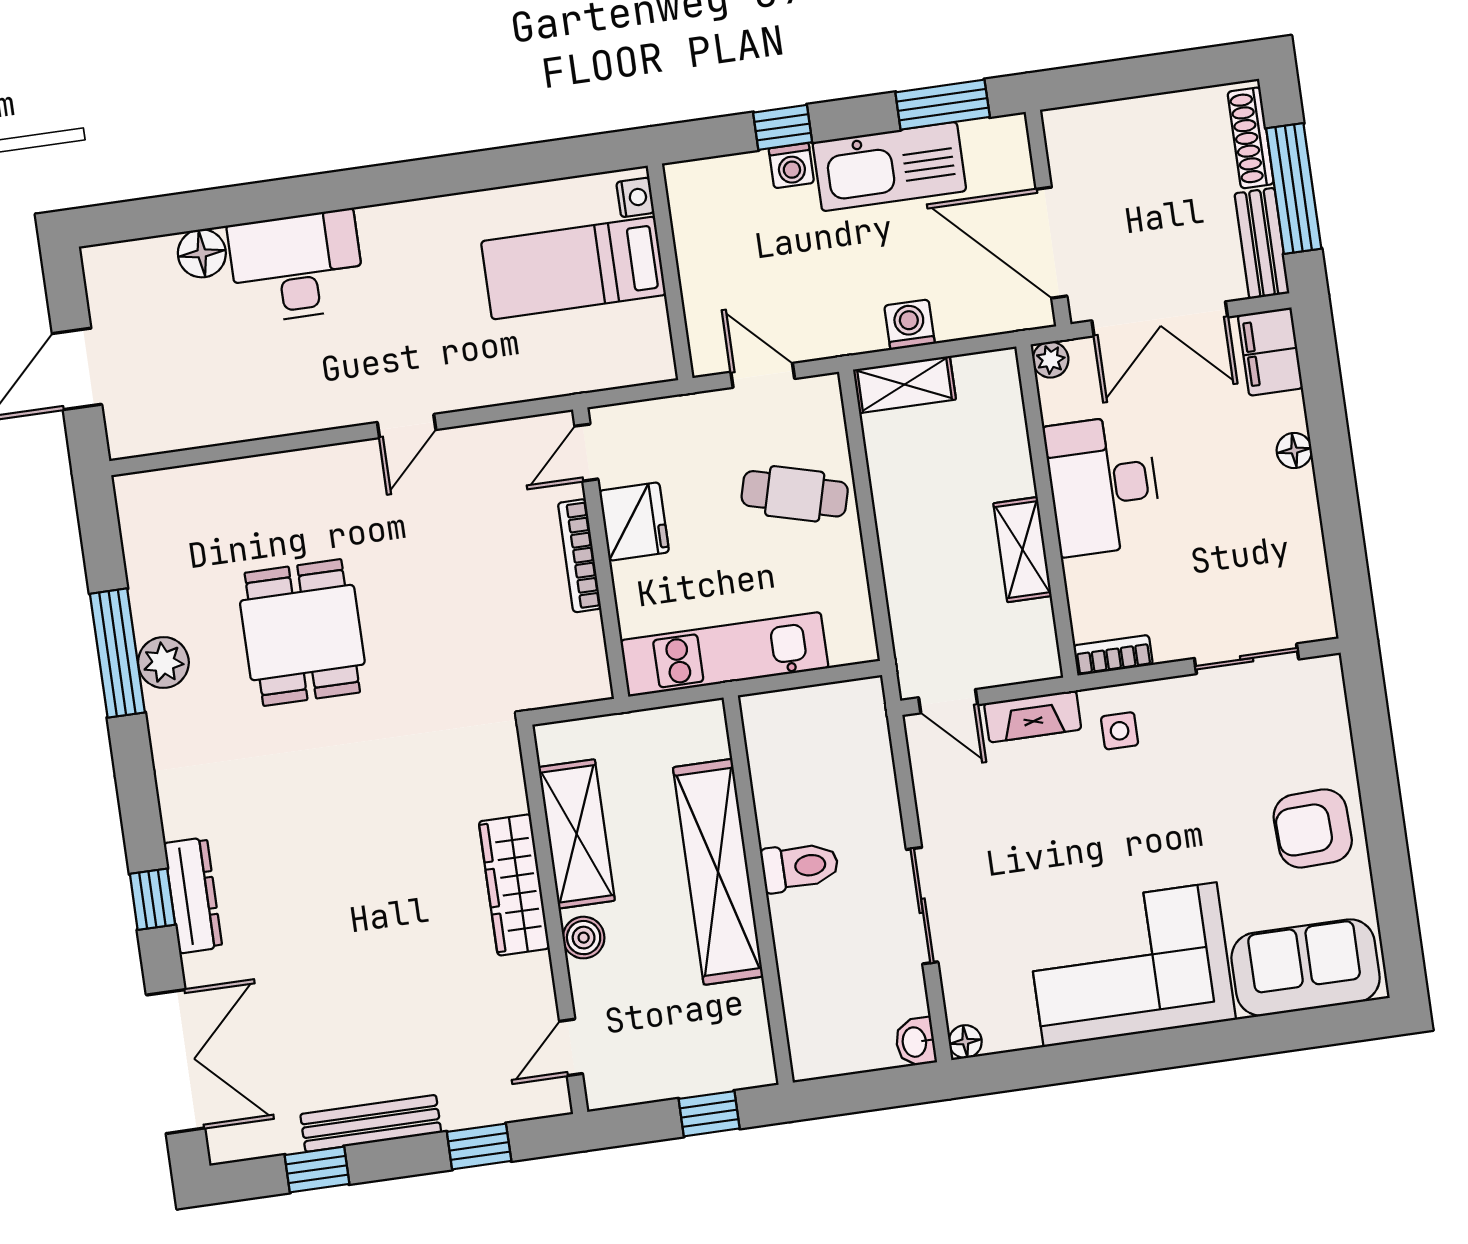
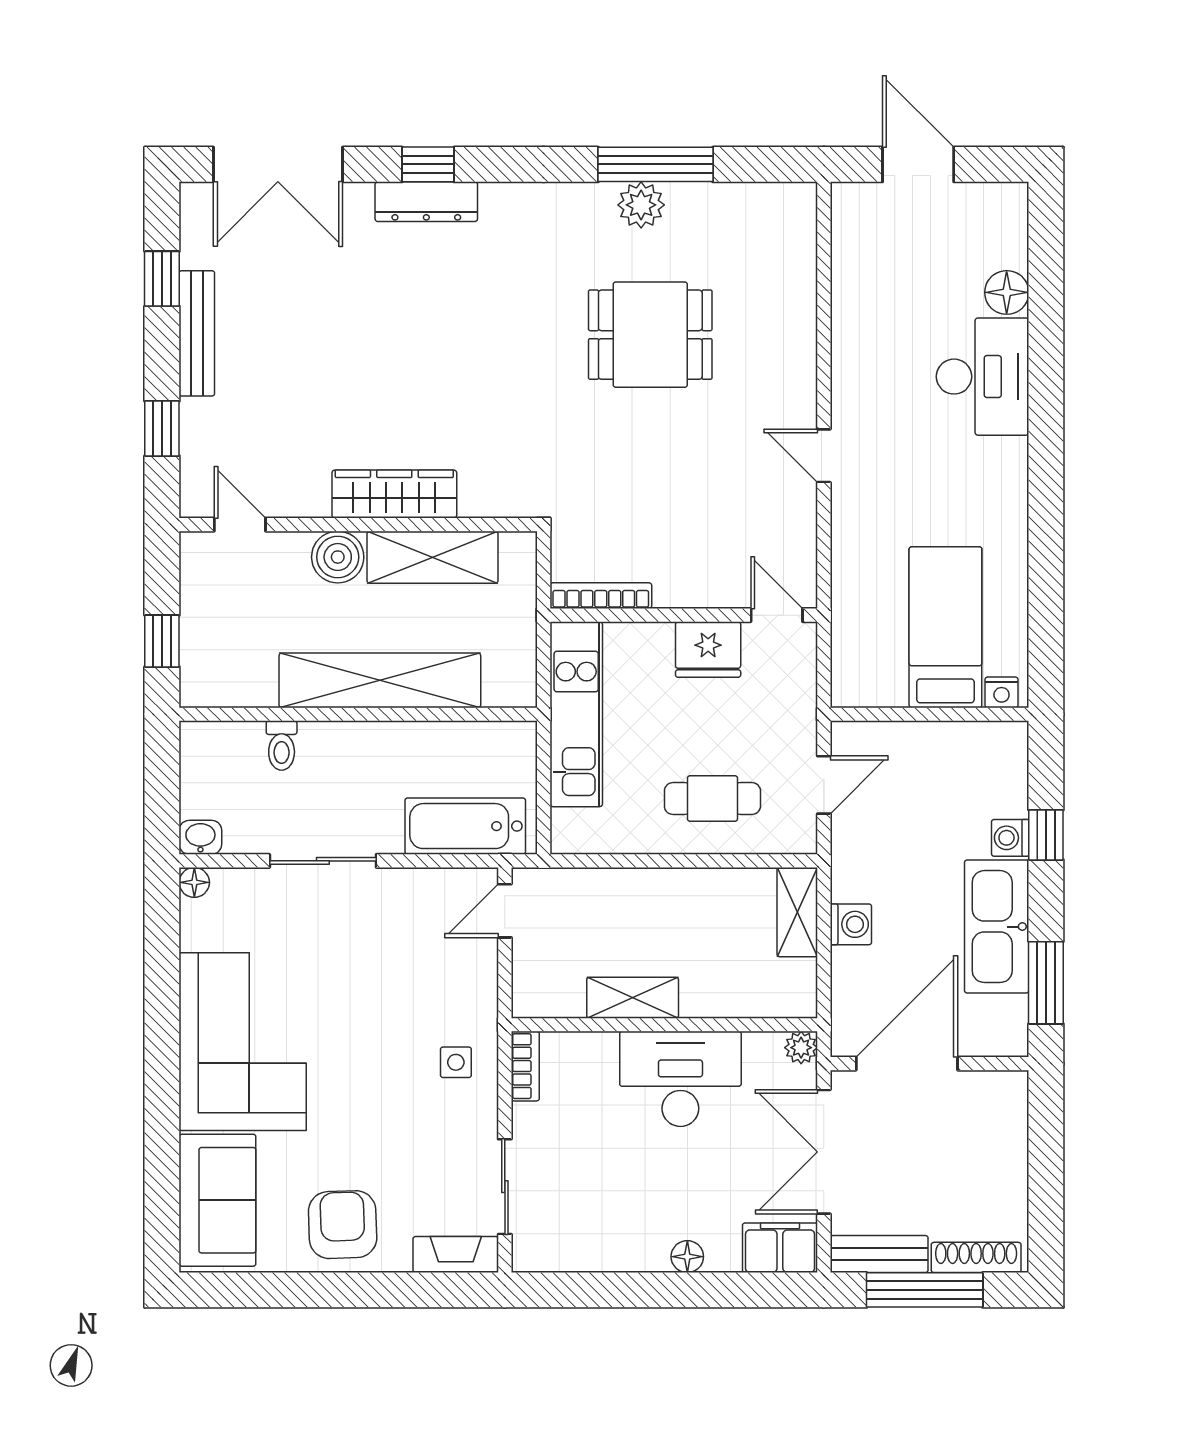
cafe table: (795, 494) -> (712, 799), turned 75
bookcase: (580, 556) -> (601, 596), moved
fireplace: (1033, 716) -> (456, 1254), moved, turned 90
bathtub: (863, 757) -> (465, 826), added
toilet: (800, 867) -> (282, 746), moved, width x0.73, depth x0.72
boiler: (584, 938) -> (338, 557), width x1.36, depth x1.36

